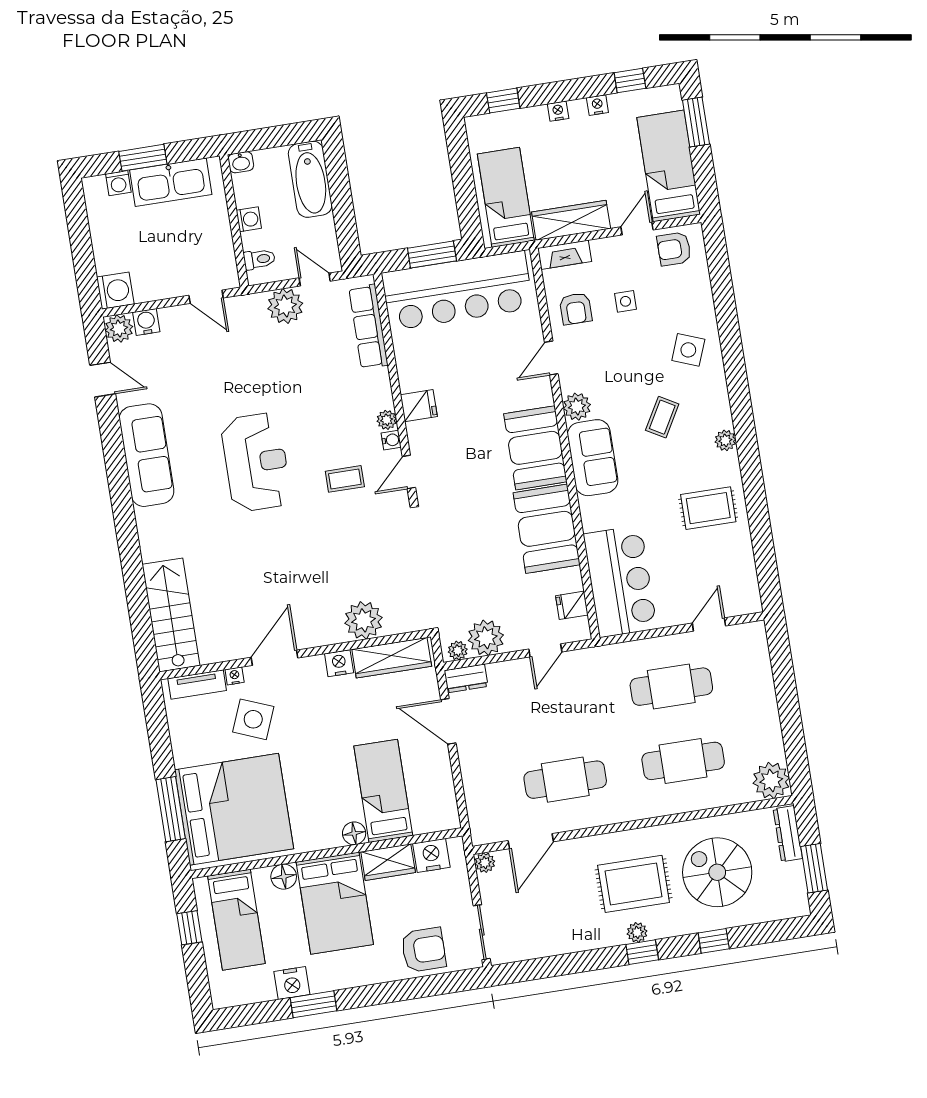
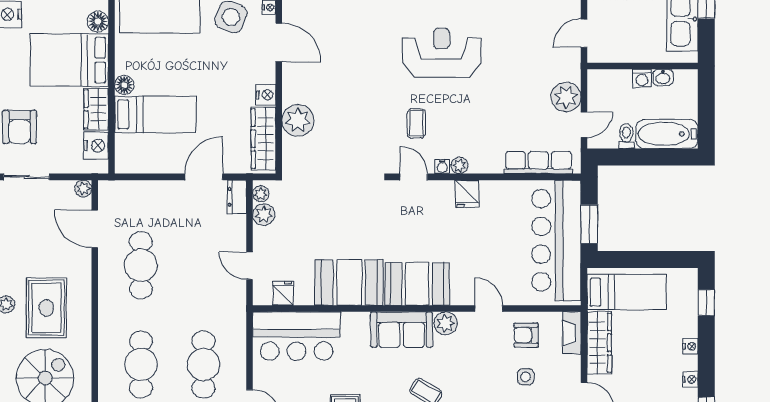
washbasin: (241, 162) -> (663, 77), moved, turned -90
toilet: (259, 259) -> (626, 136), moved, turned 180
reception desk: (256, 462) -> (442, 53), turned 180
plant: (486, 638) -> (264, 215), width x0.73, depth x0.73

